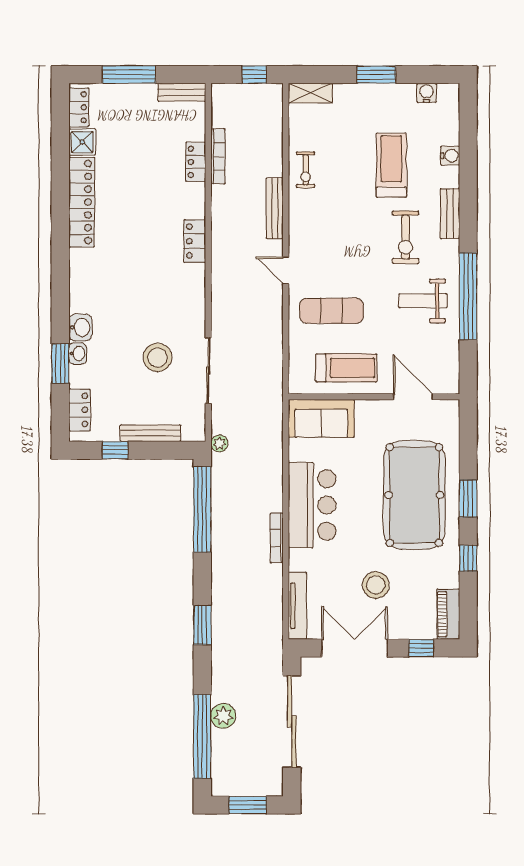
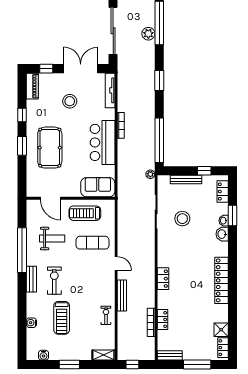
locker: (82, 202) -> (221, 280), moved
bench: (450, 213) -> (31, 279), moved
weight bench: (423, 301) -> (52, 239), moved
pool table: (414, 495) -> (50, 148), width x0.73, depth x0.76
double door: (355, 648) -> (81, 69), swing flipped

